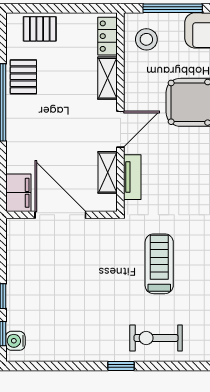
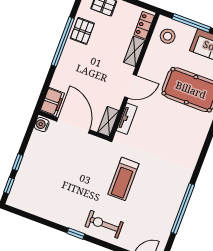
shelving: (108, 172) -> (108, 121), moved
treadmill: (159, 264) -> (123, 179), turned 180
water cooler: (15, 341) -> (42, 125), moved

